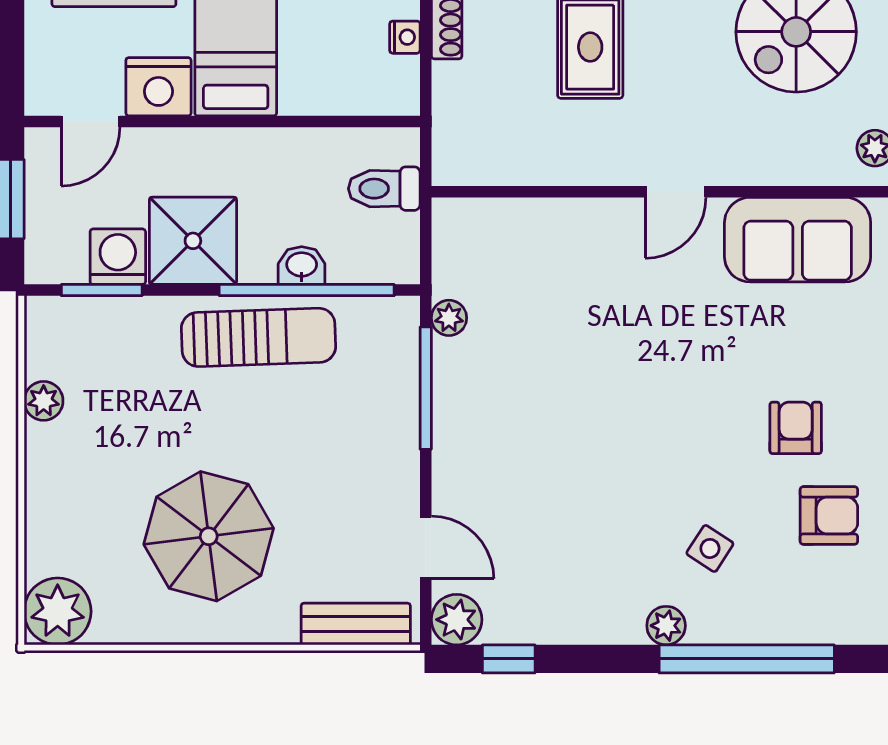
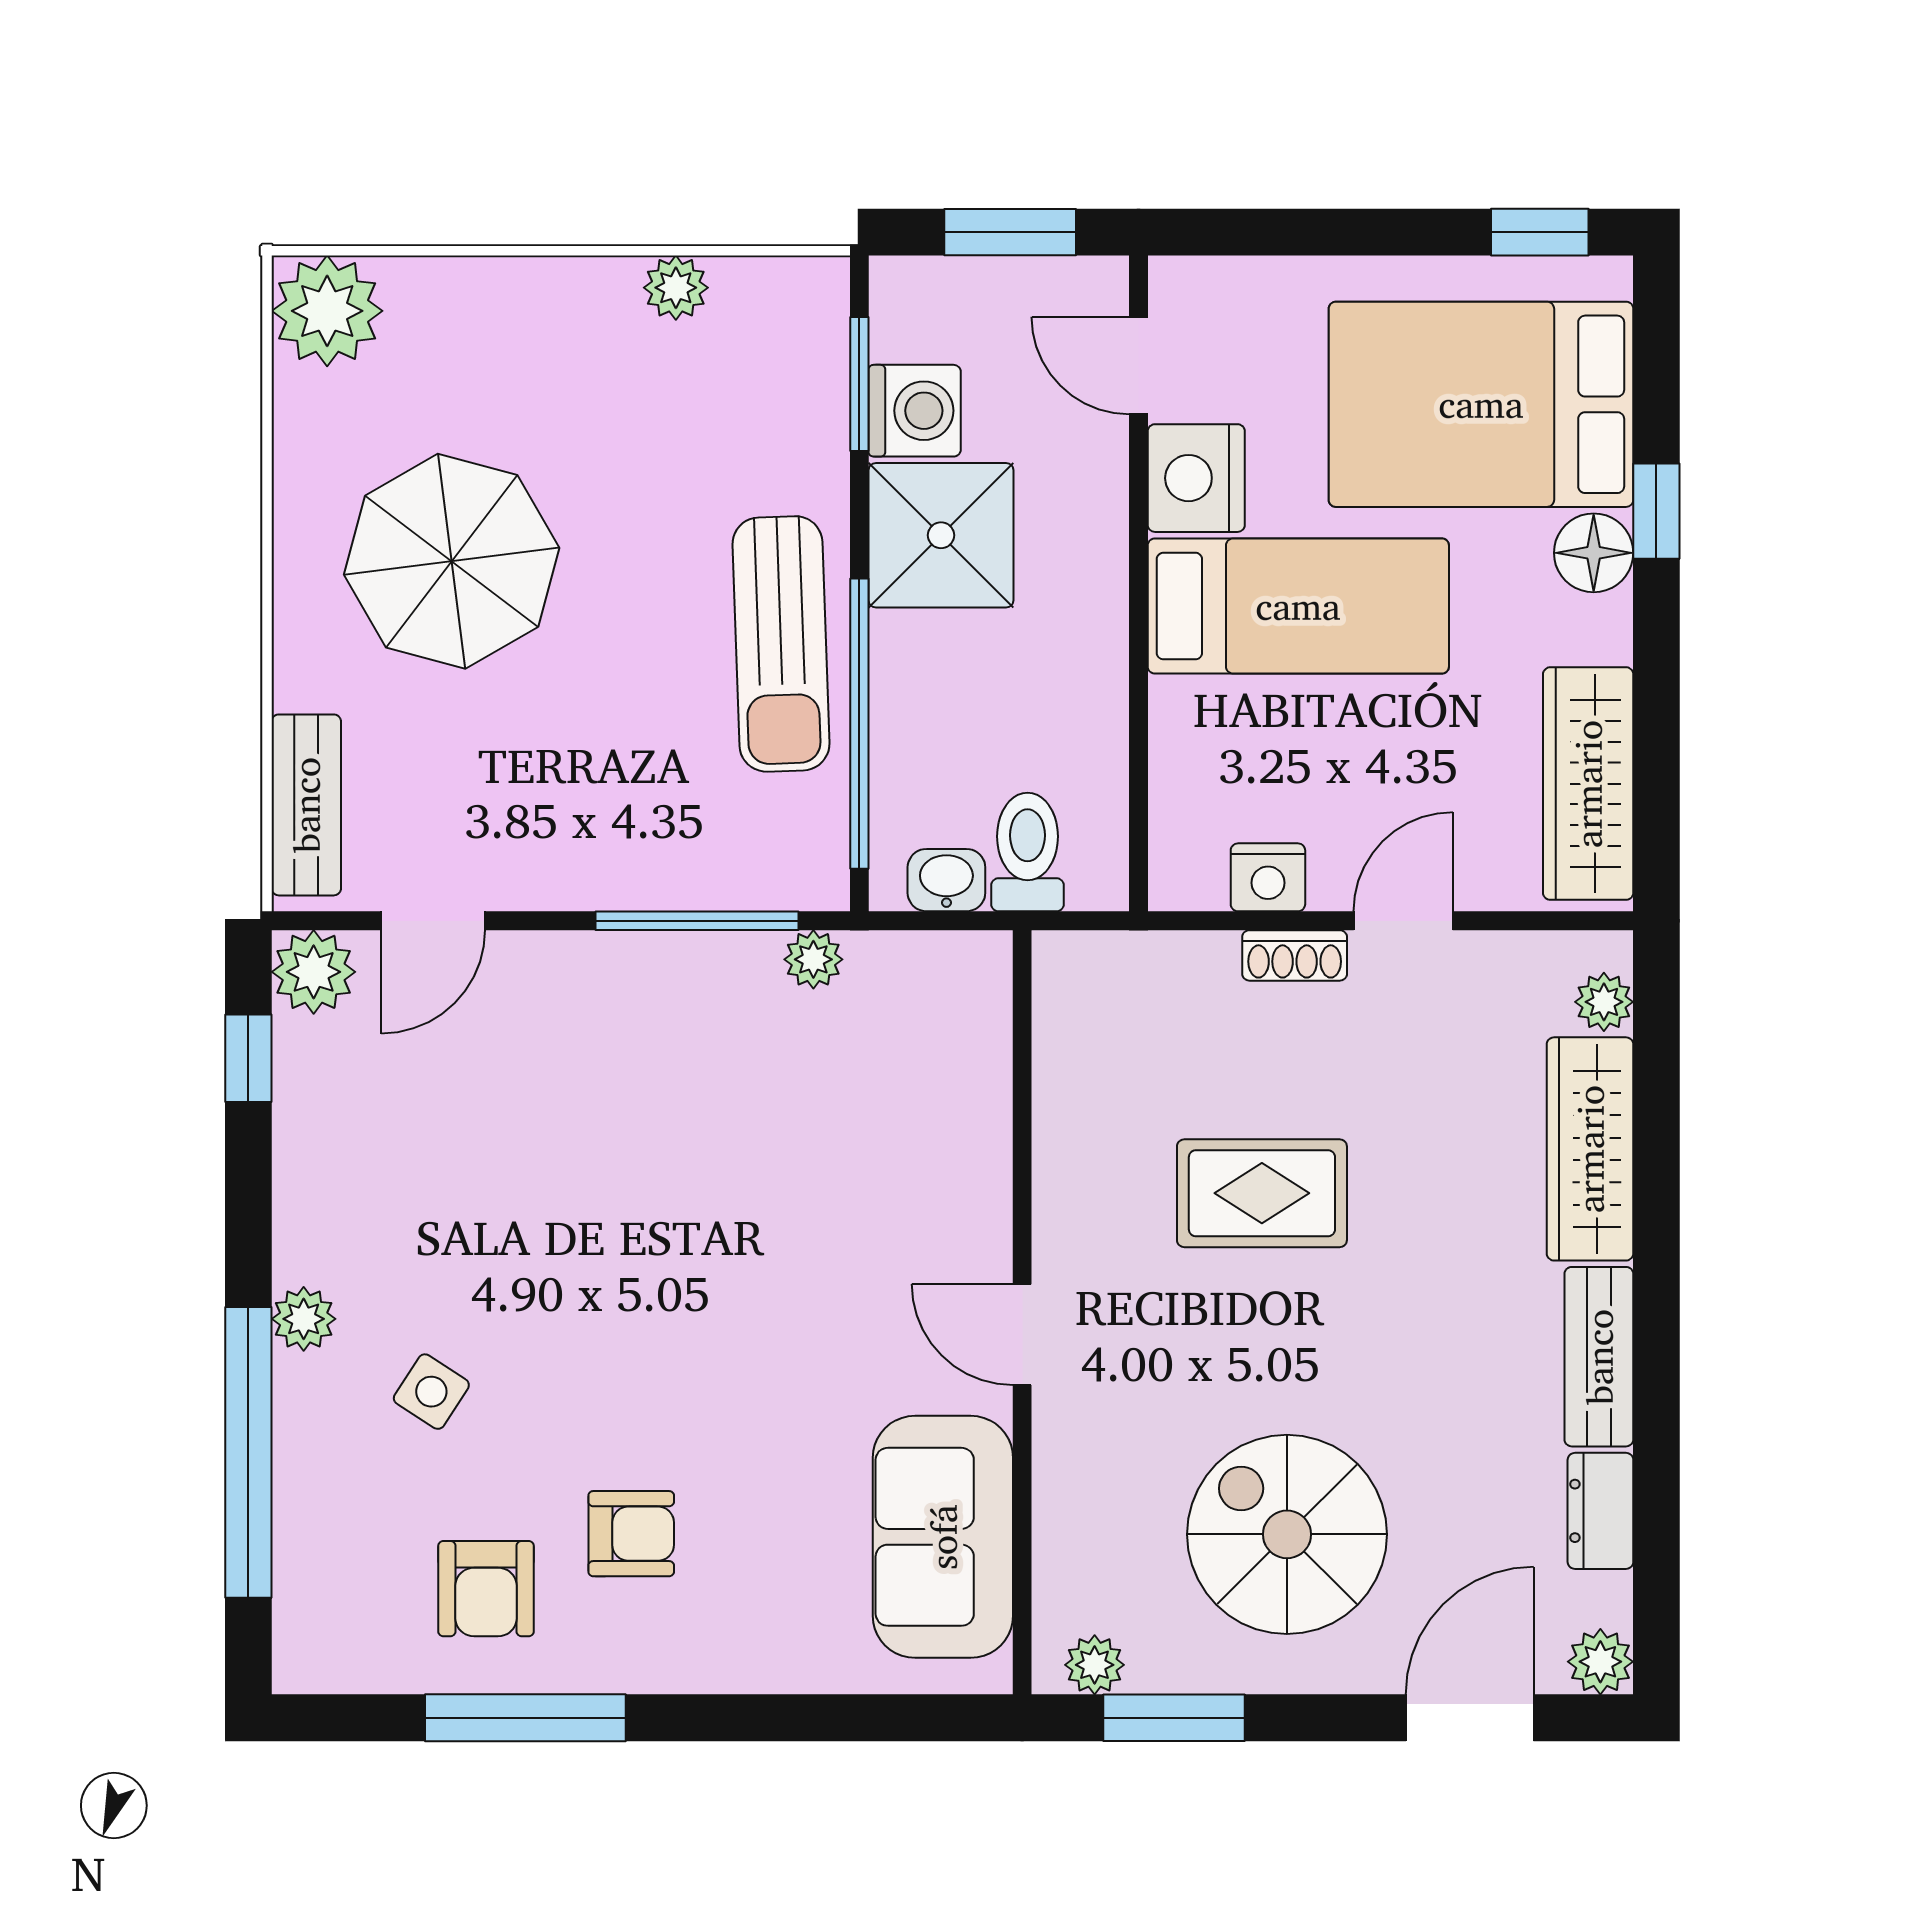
nightstand: (405, 37) -> (1268, 877), width x1.39, depth x1.35
washbasin: (302, 266) -> (946, 880), moved, turned -90

